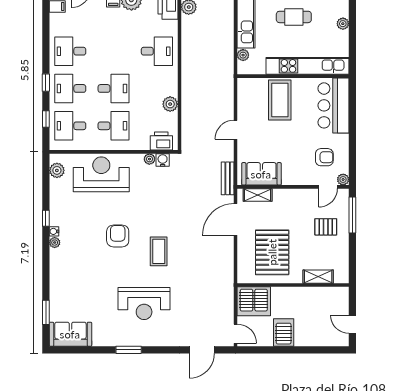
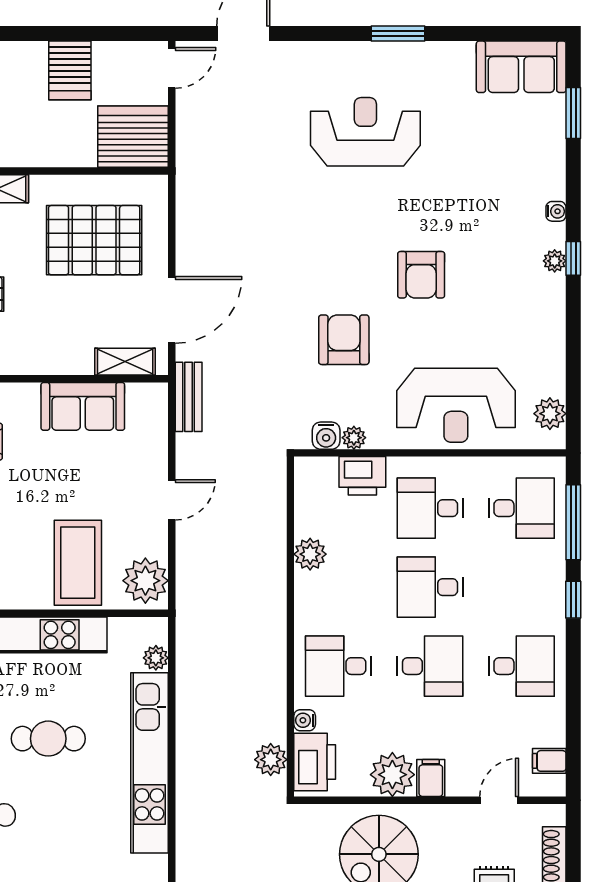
water cooler: (173, 26) -> (305, 720), added
desk: (70, 88) -> (430, 666), moved
plant: (248, 92) -> (145, 581), added
window: (46, 119) -> (573, 522), width x2.17
printer: (161, 141) -> (362, 476), moved
sofa: (261, 174) -> (83, 406), moved
armchair: (154, 205) -> (344, 340), added
window: (46, 218) -> (573, 258), moved
water cooler: (54, 231) -> (556, 211), moved
coffee table: (159, 251) -> (334, 242), removed
pallet: (272, 252) -> (94, 240), turned 90
door: (236, 334) -> (172, 68), swing flipped

